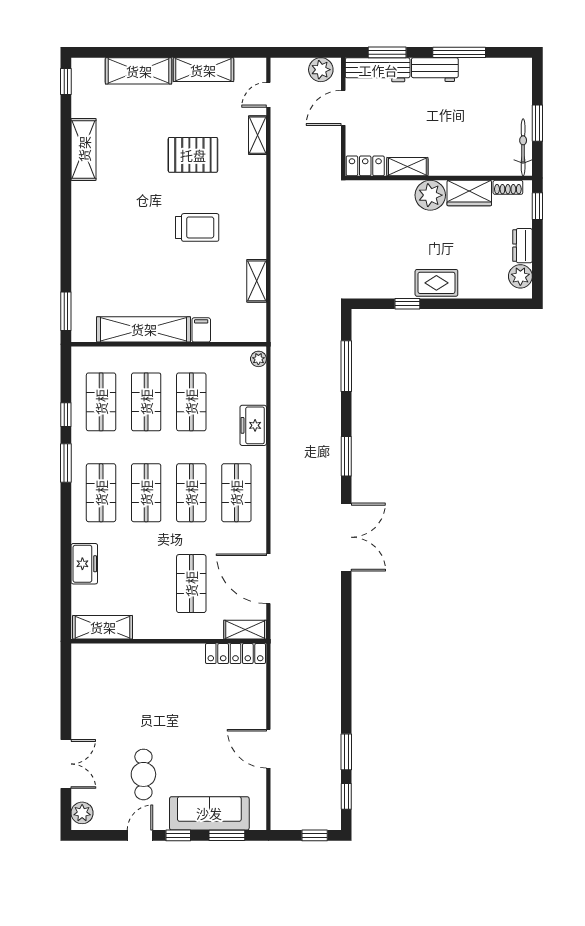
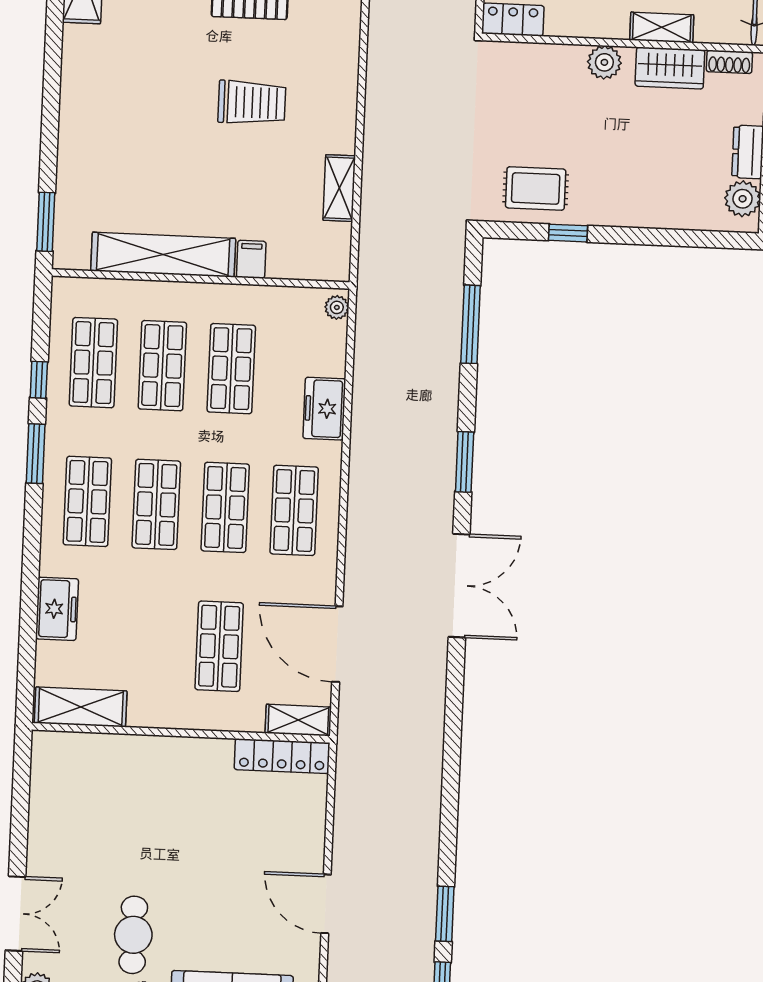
shelving: (407, 167) -> (662, 27), moved
plant: (430, 195) -> (604, 62), width x0.73, depth x0.73
rug: (436, 283) -> (536, 188), moved

